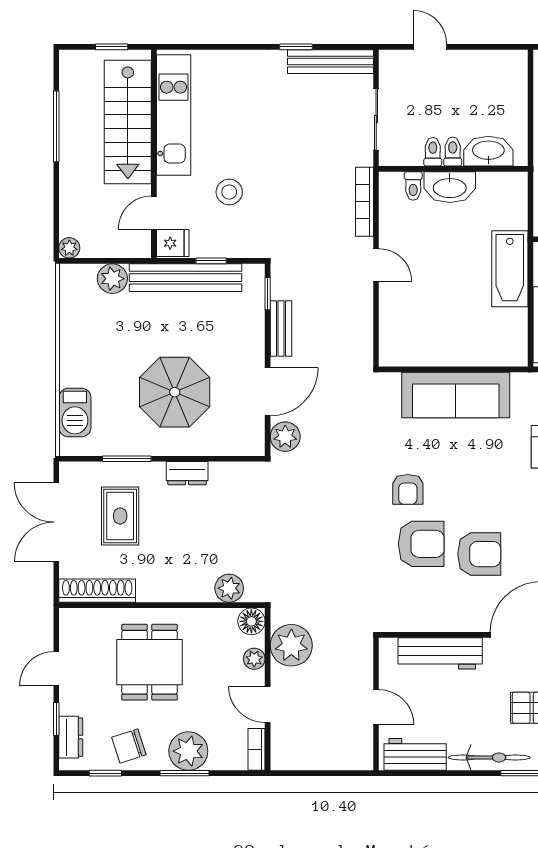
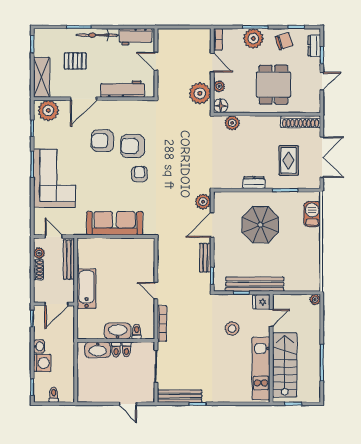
plant: (112, 279) -> (293, 284), removed

